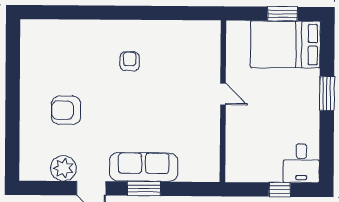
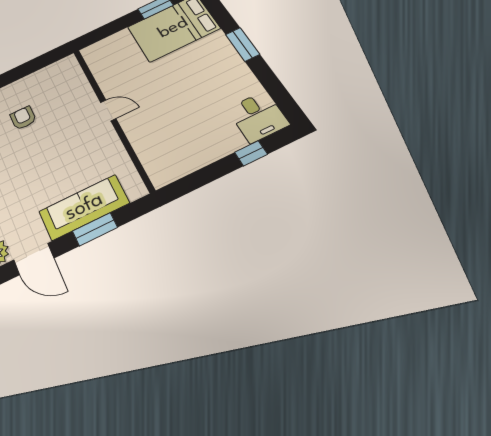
door: (223, 94) -> (108, 110), moved
wall: (223, 101) -> (112, 117), moved

